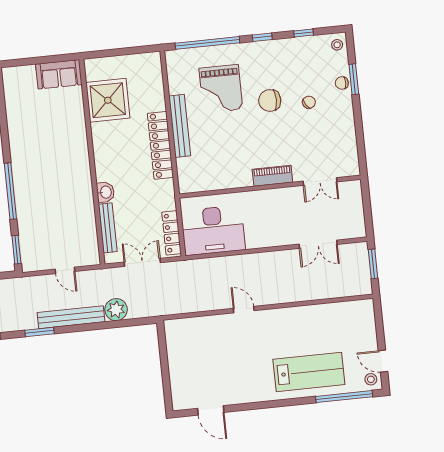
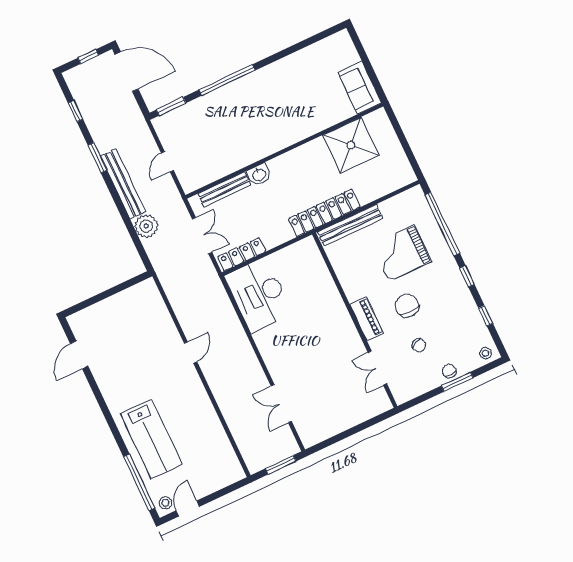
piano: (272, 176) -> (367, 319), moved
double door: (320, 182) -> (377, 368), moved
wall: (270, 187) -> (355, 320), moved

